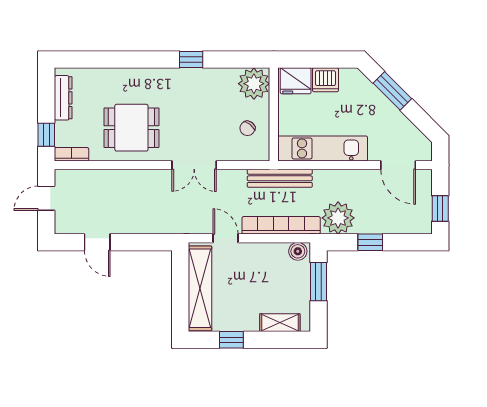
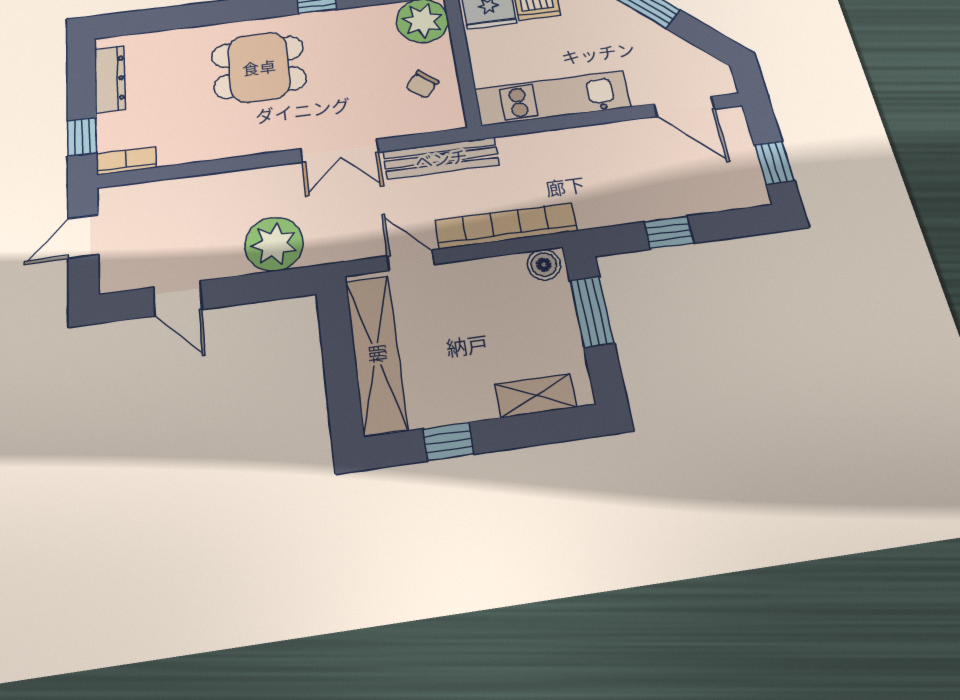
dining table: (131, 128) -> (259, 67), moved
bench: (280, 178) -> (441, 158), moved
plant: (338, 218) -> (274, 244), moved

